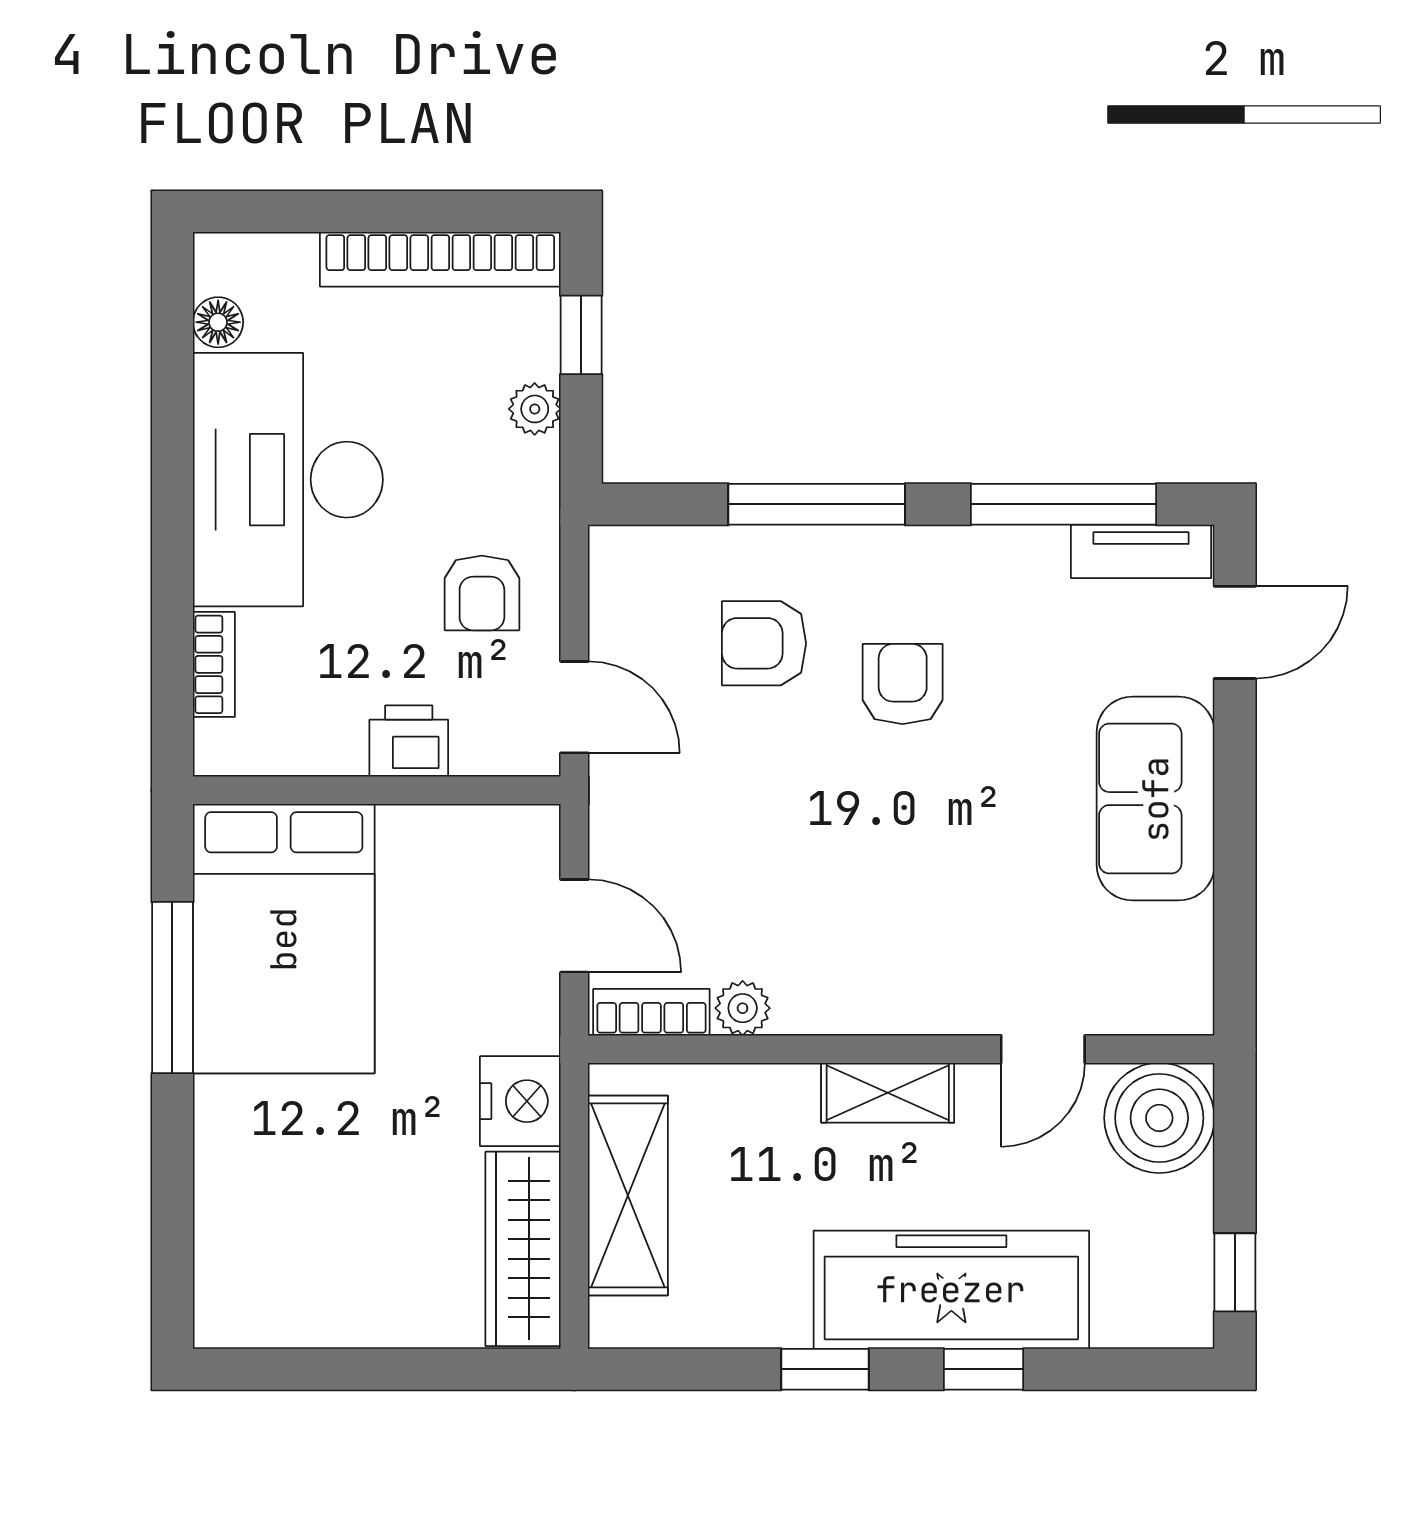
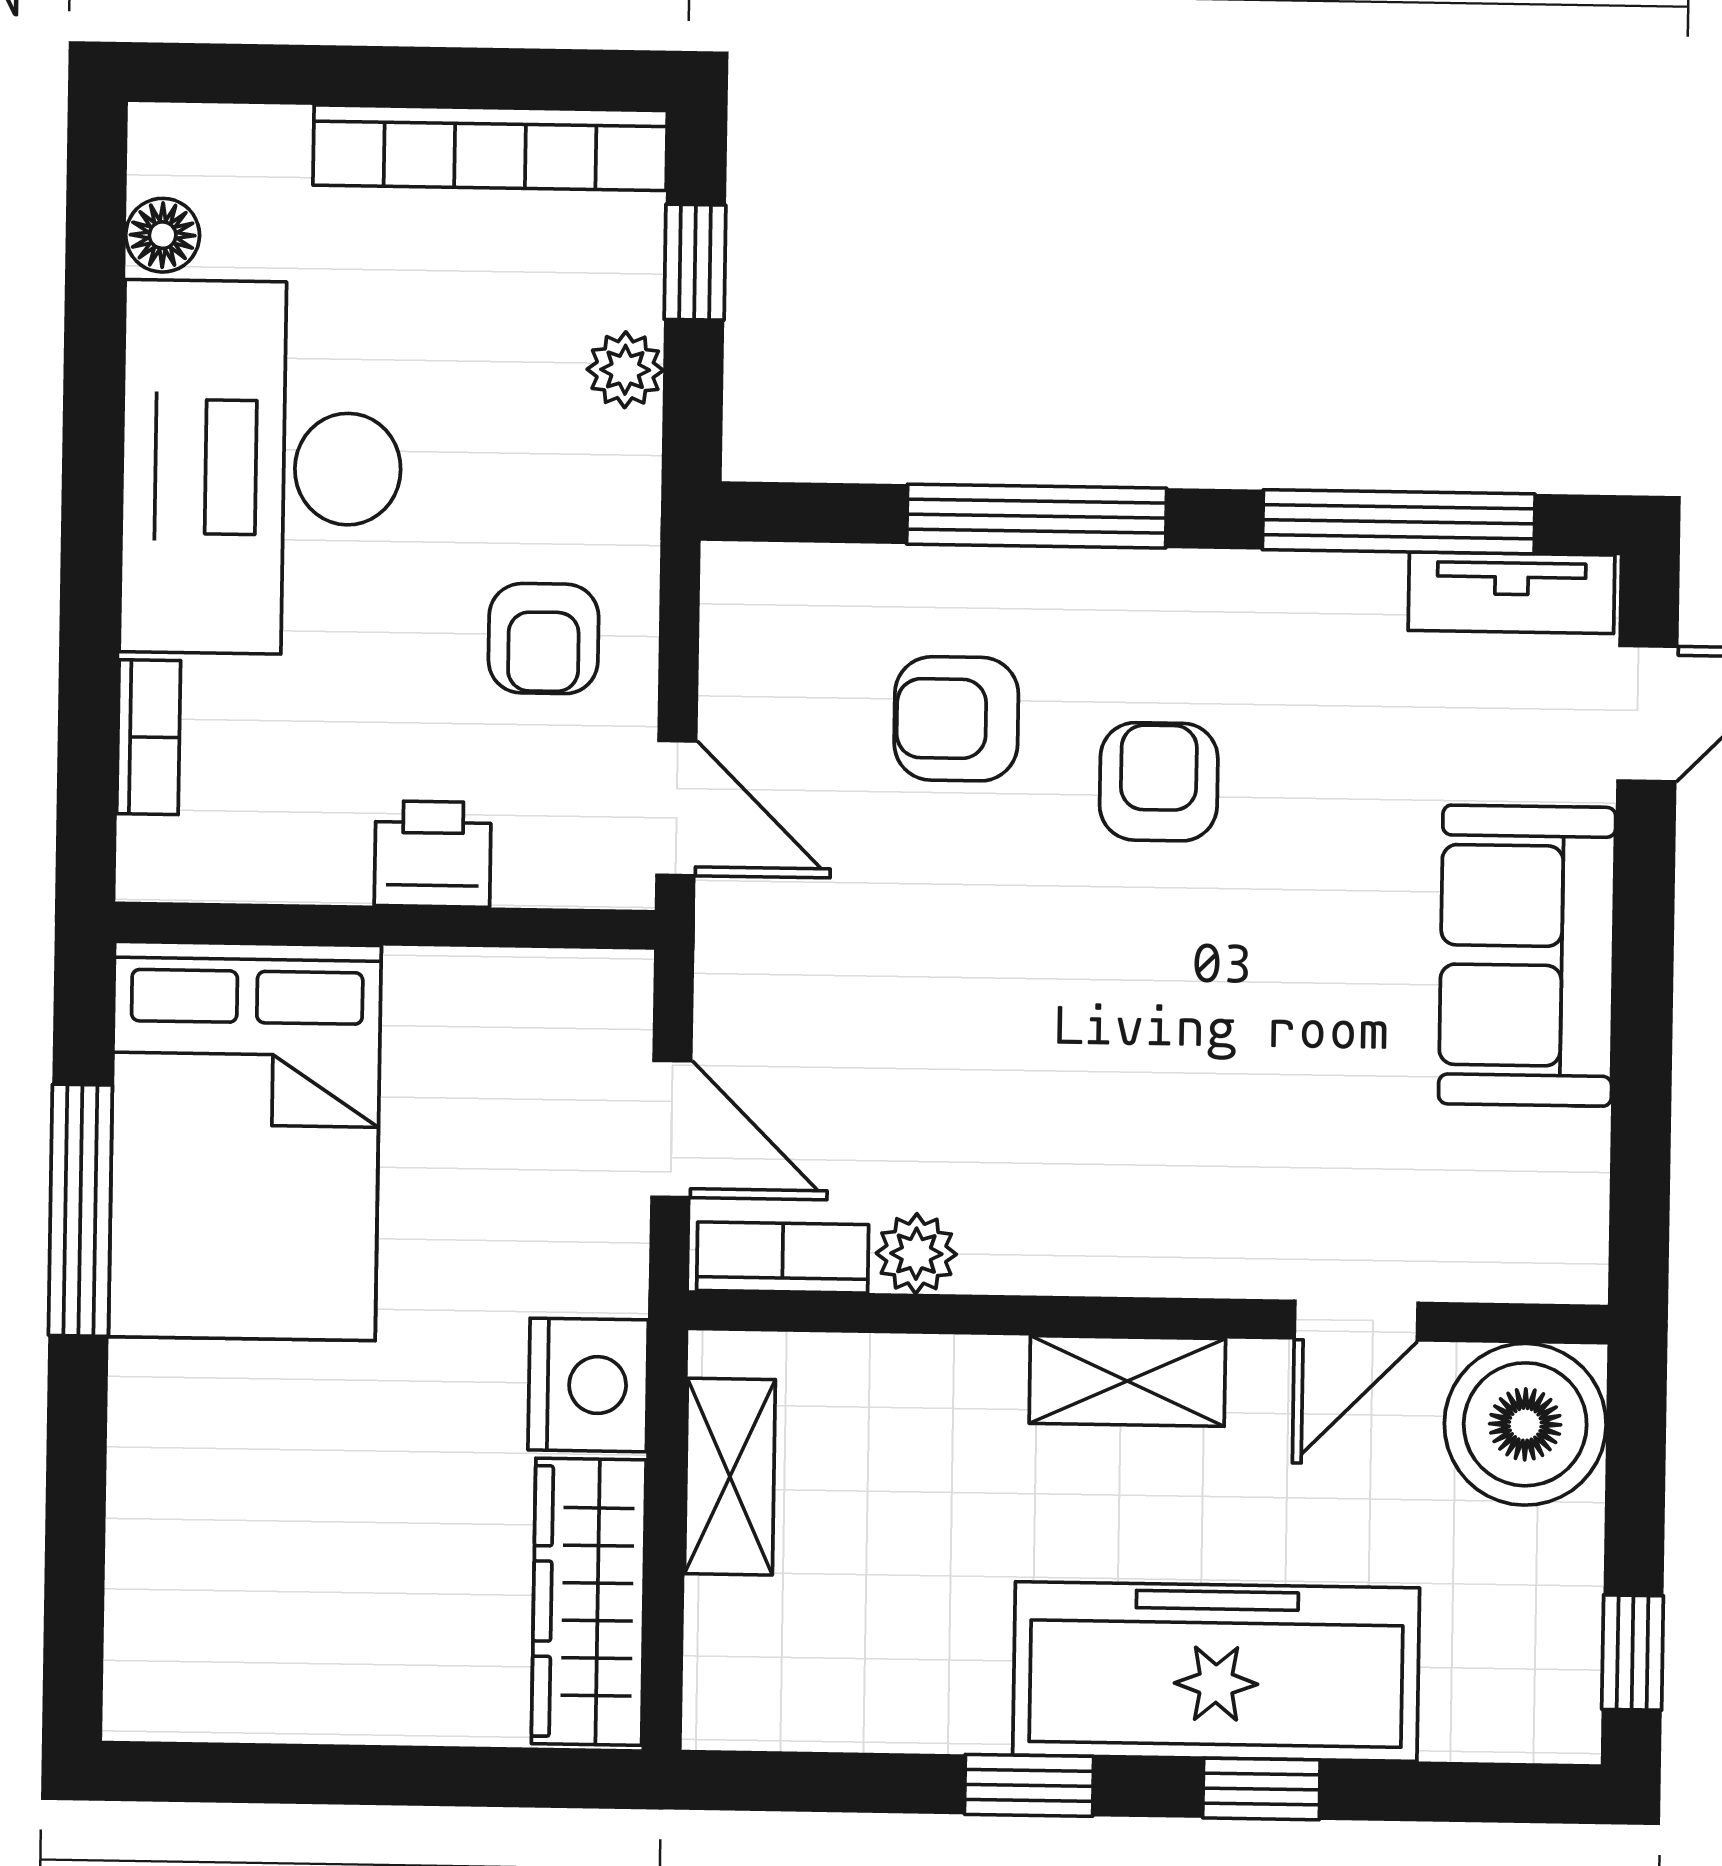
shelving: (628, 1195) -> (730, 1477), width x0.67, depth x0.75

